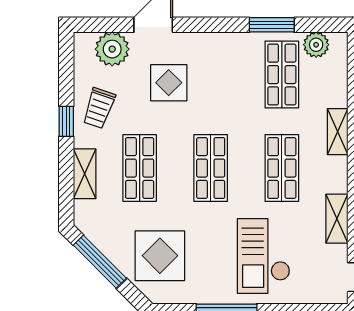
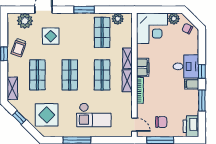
window: (272, 25) -> (84, 10), moved
shelving: (85, 174) -> (12, 88), moved
shelving: (337, 219) -> (127, 81), moved
checkout: (264, 256) -> (94, 115), turned -90
window: (100, 262) -> (19, 118), width x0.46

